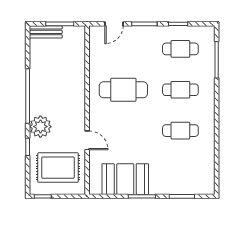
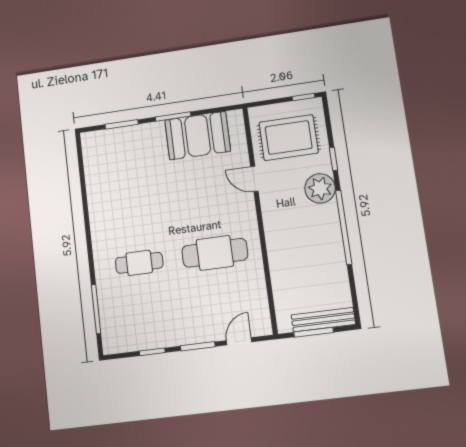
bench: (46, 32) -> (323, 320), width x1.36
cafe table: (180, 49) -> (145, 318), removed
cafe table: (180, 131) -> (133, 209), removed

